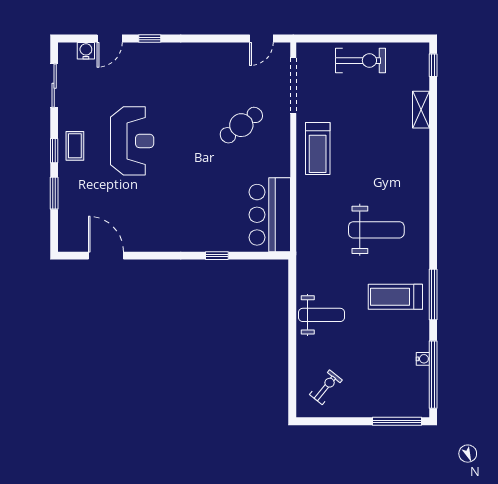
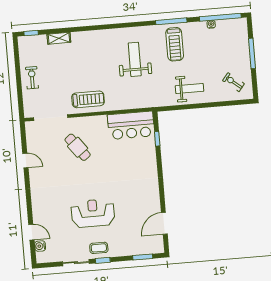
window: (150, 38) -> (29, 208), removed
door: (261, 38) -> (25, 161), moved
exercise bike: (360, 61) -> (32, 78), width x0.73, depth x0.72
sliding door: (54, 86) -> (76, 263), moved
window: (54, 193) -> (143, 257), moved
window: (217, 256) -> (157, 139), moved
weight bench: (322, 315) -> (189, 88), turned 90
window: (397, 421) -> (252, 53), moved

